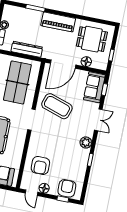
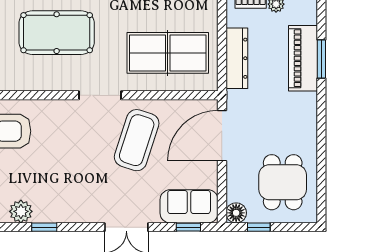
piano: (58, 22) -> (303, 58), moved
floor lamp: (86, 62) -> (236, 213), moved
door: (63, 64) -> (222, 136), hinge flipped
plant: (86, 143) -> (21, 211), moved

